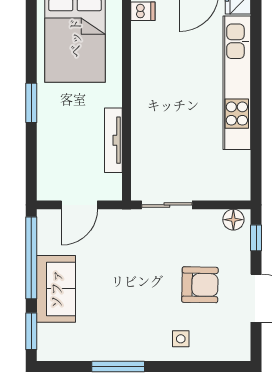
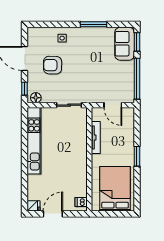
kitchen unit: (237, 83) -> (34, 141), moved
door: (79, 205) -> (113, 105), swing flipped
sofa: (56, 289) -> (125, 44), moved

